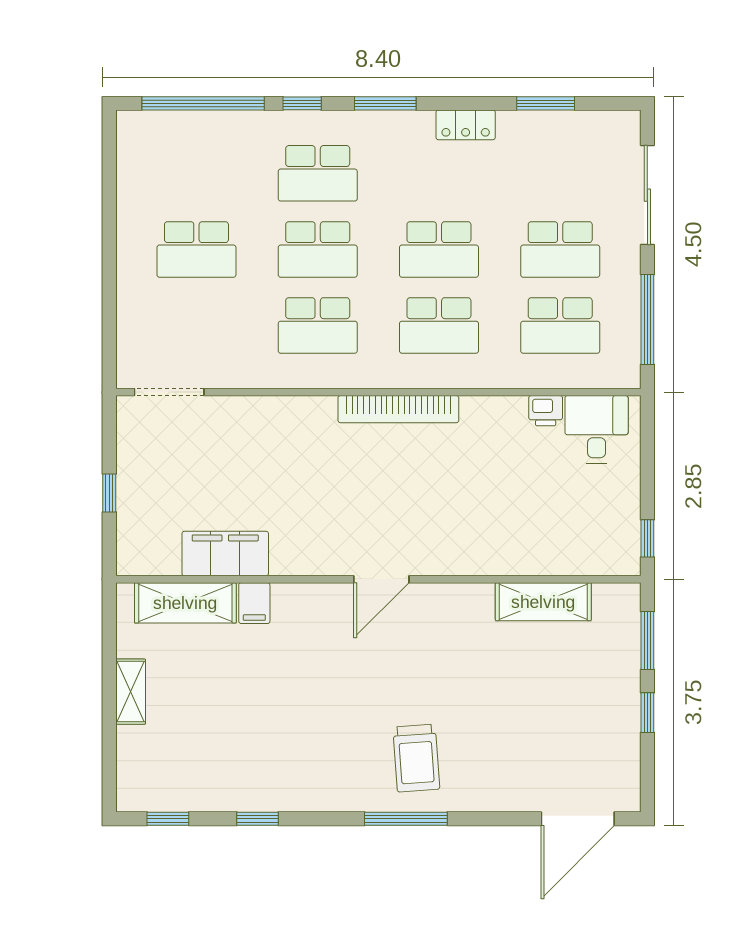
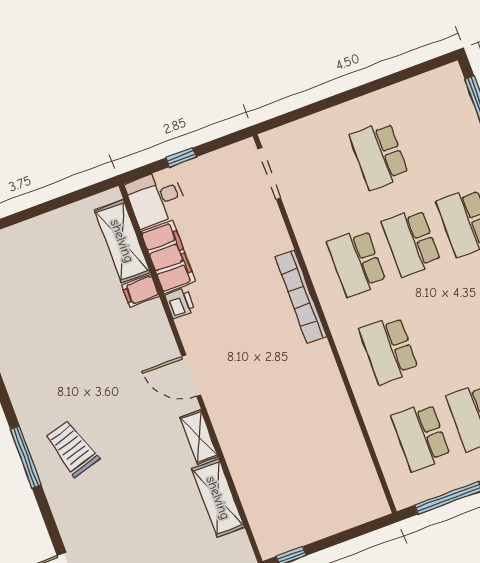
school desk: (439, 249) -> (443, 329), removed
bookcase: (398, 409) -> (301, 297), moved
printer: (546, 411) -> (180, 304), moved, turned 180
desk: (597, 429) -> (156, 198), moved, turned 180
shelving: (131, 692) -> (199, 437), moved, turned 90
trolley: (416, 758) -> (72, 448), turned 77

